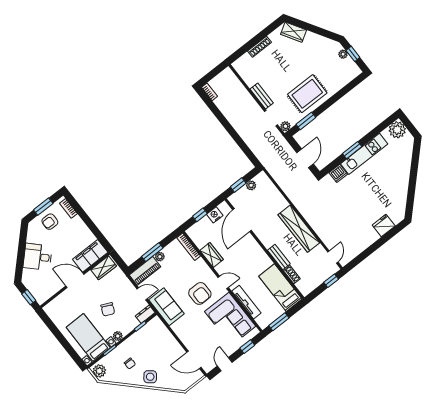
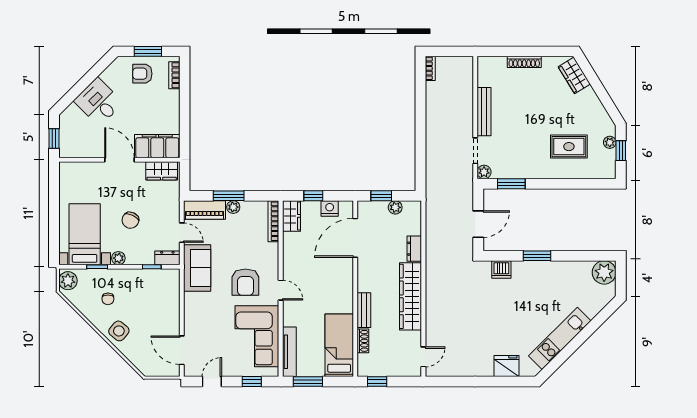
rug: (307, 94) -> (569, 147), moved, width x0.73, depth x0.70
bench: (262, 96) -> (484, 112), width x1.36
kitchen unit: (364, 154) -> (560, 338), moved, turned 135
dresser: (280, 200) -> (414, 249), added
wardrobe: (211, 255) -> (291, 216), moved
window: (331, 281) -> (377, 382), moved
tv unit: (246, 302) -> (289, 352), moved

